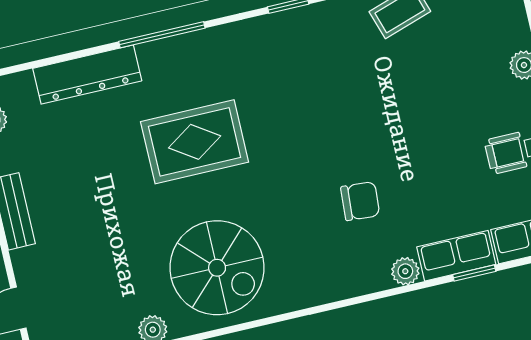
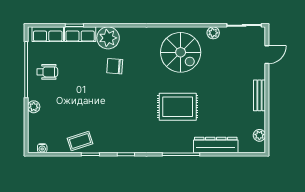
spiral stairs: (217, 268) -> (181, 52), turned 180
plant: (405, 271) -> (108, 38), width x1.87, depth x1.87

